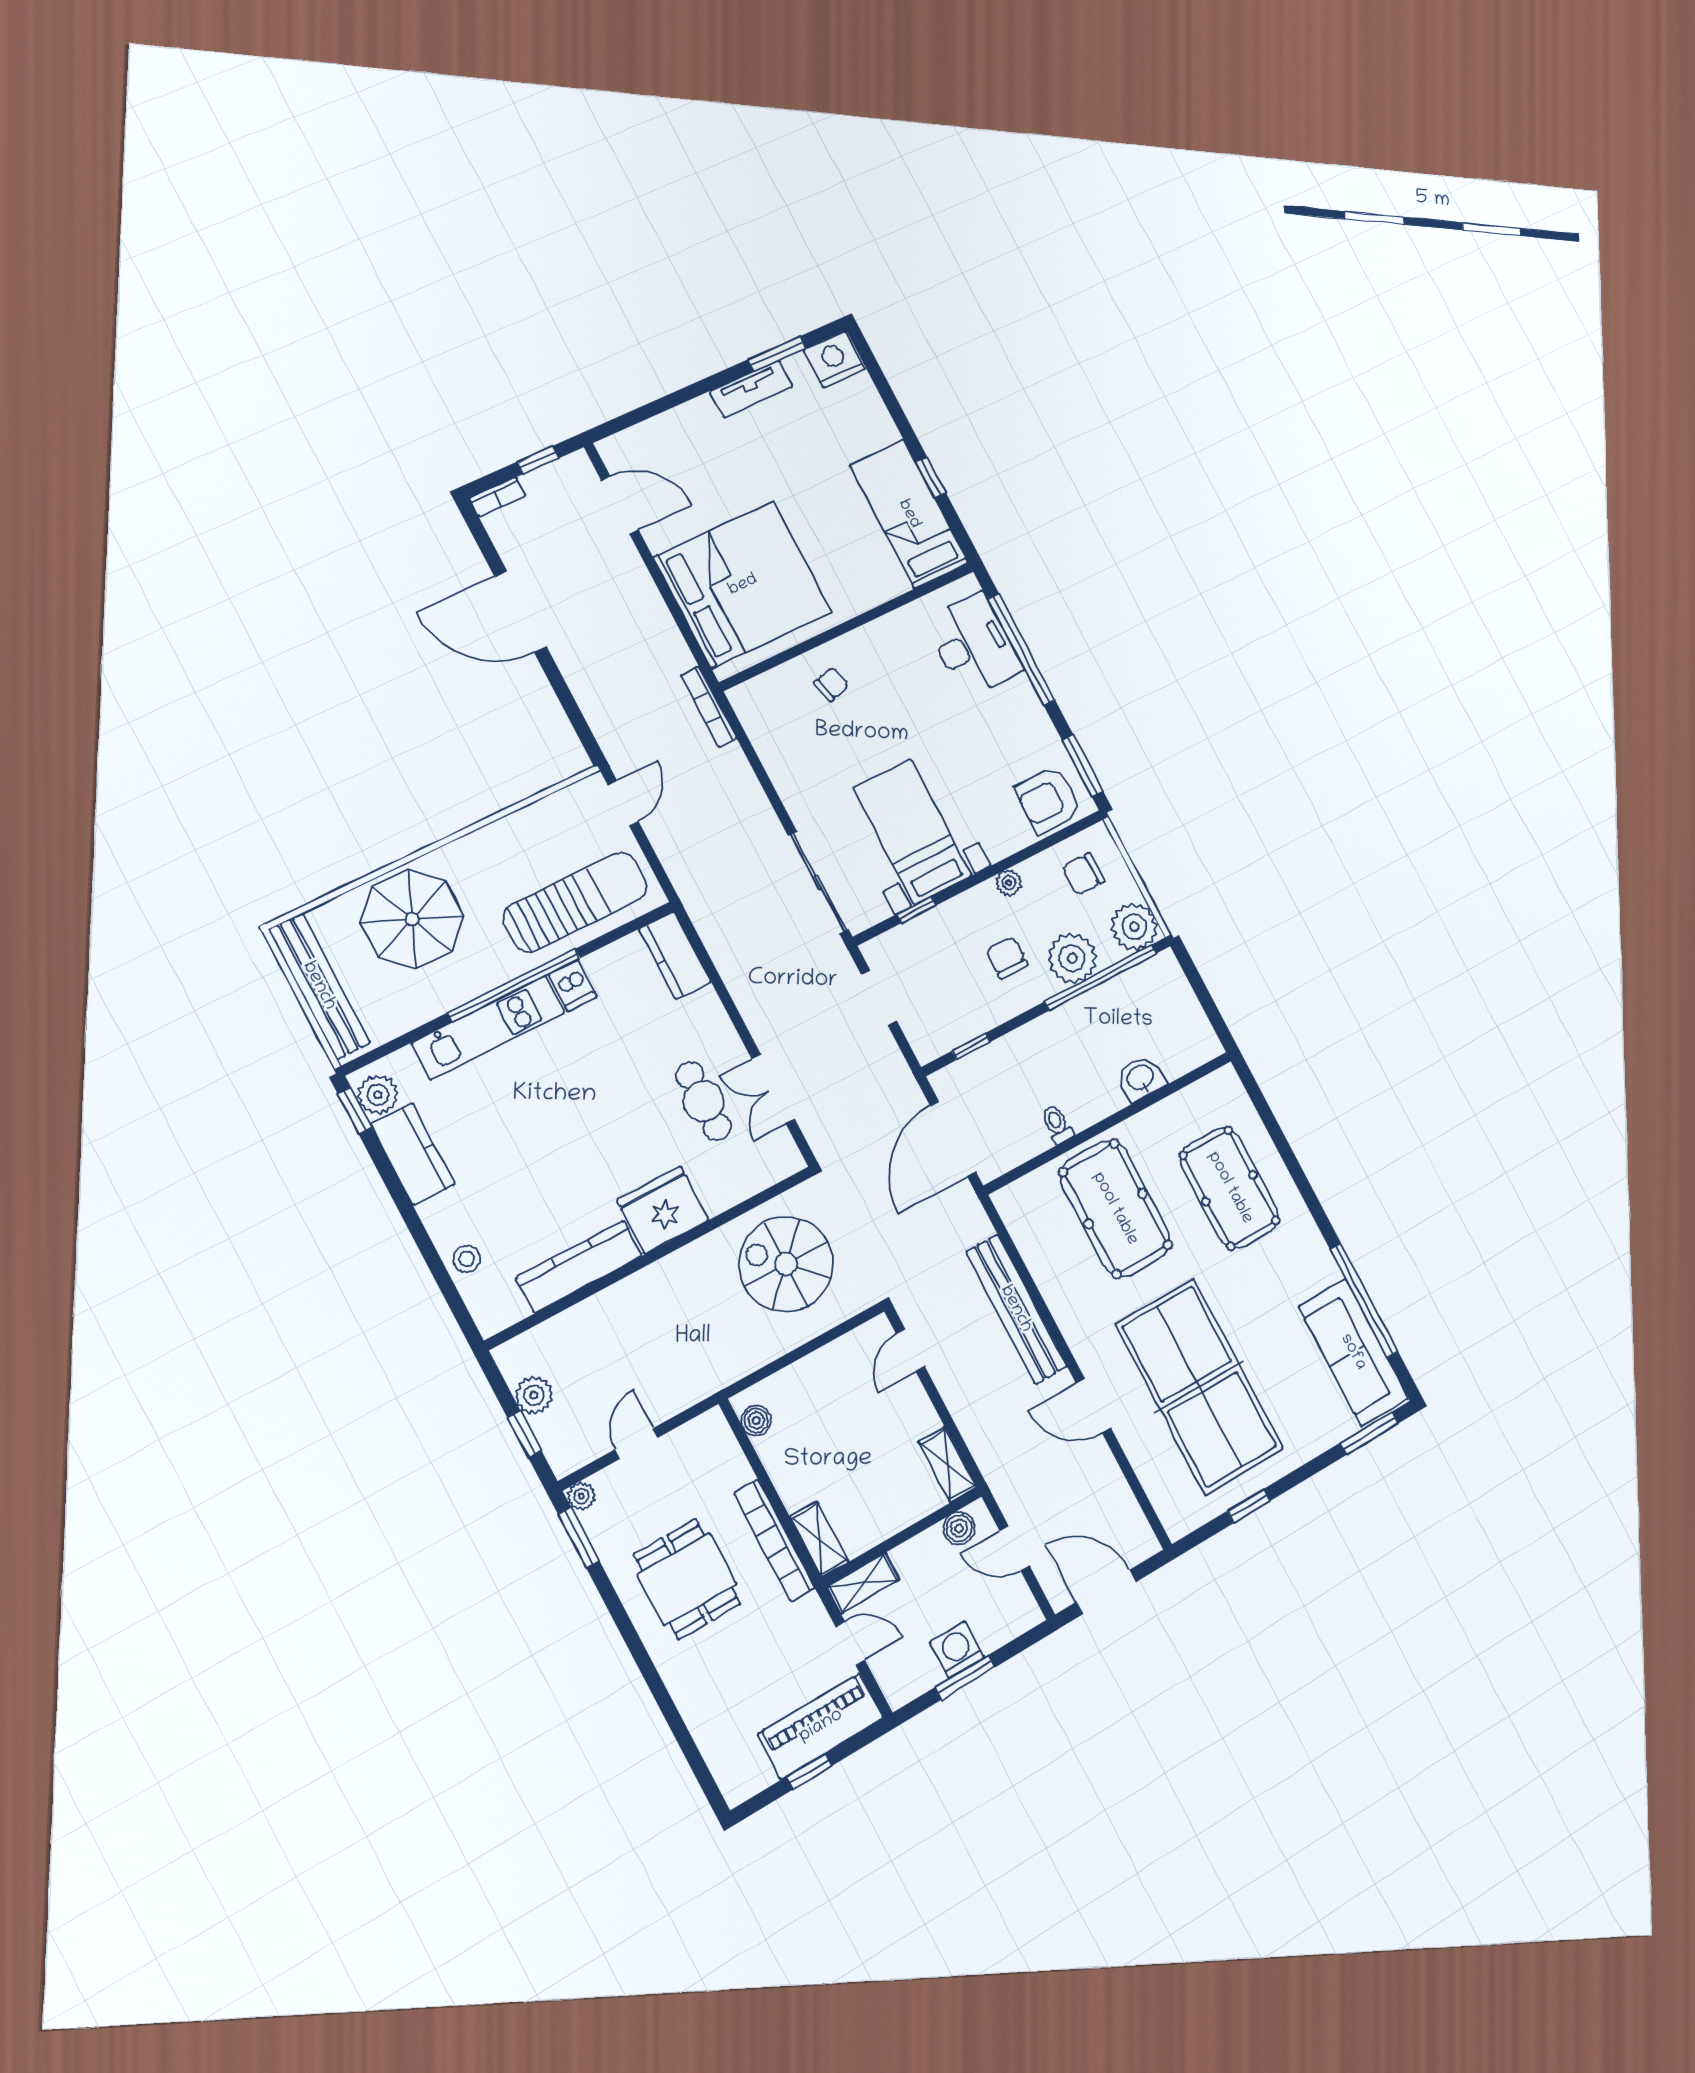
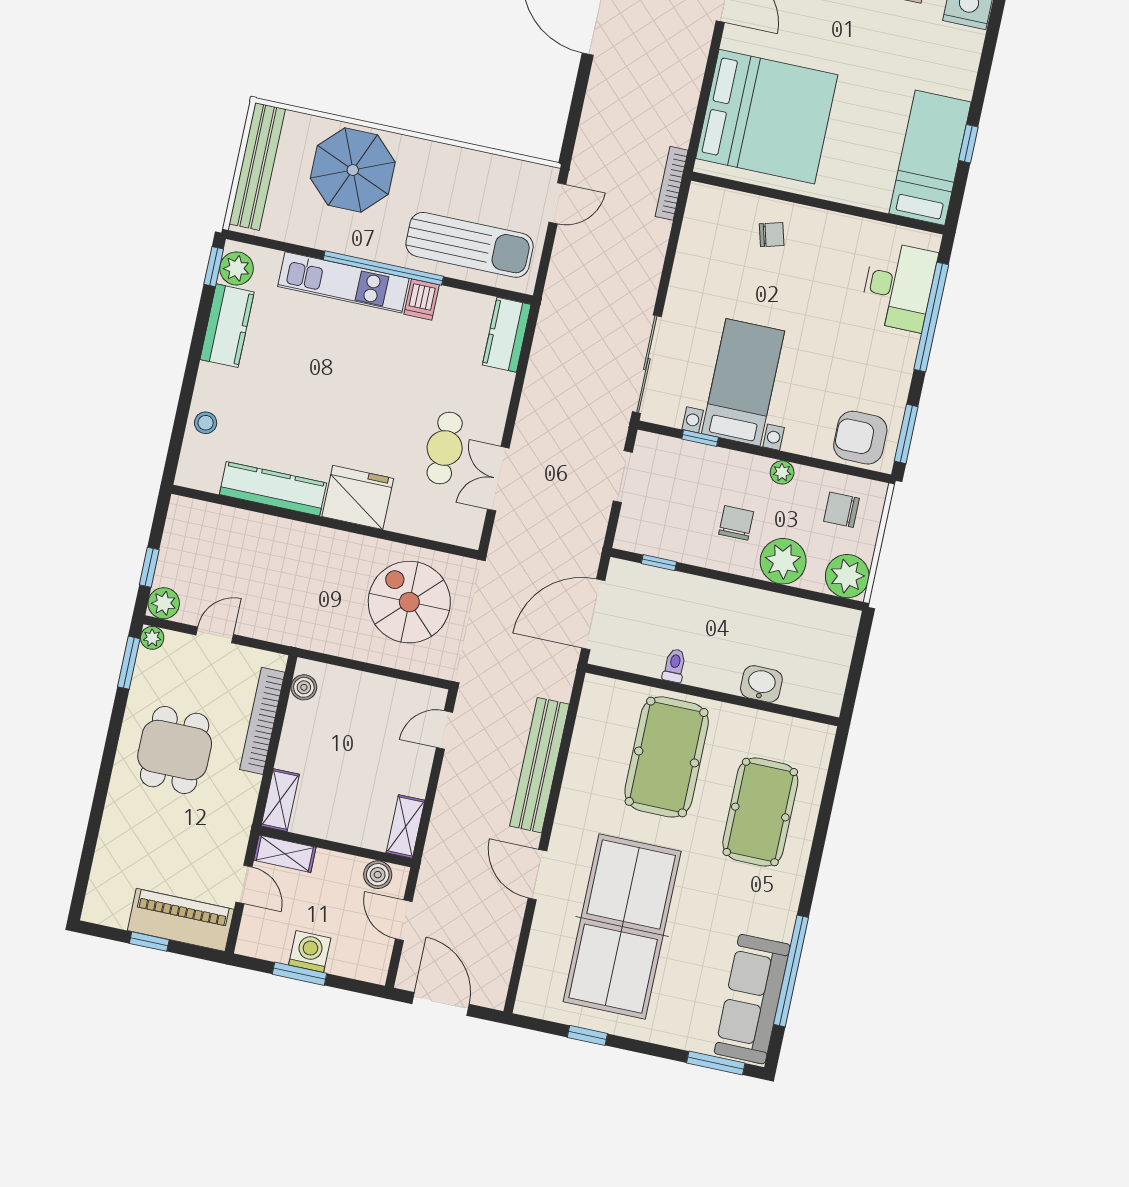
window: (1101, 977) -> (793, 591), removed
plant: (534, 1395) -> (164, 603), moved
bookcase: (774, 1540) -> (262, 721), moved

